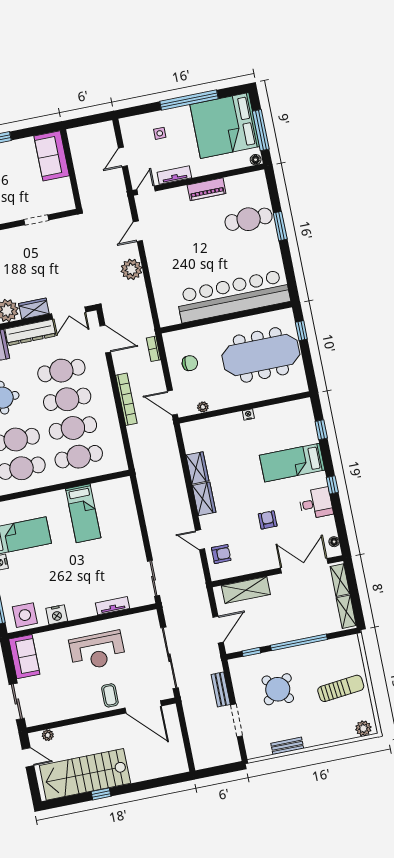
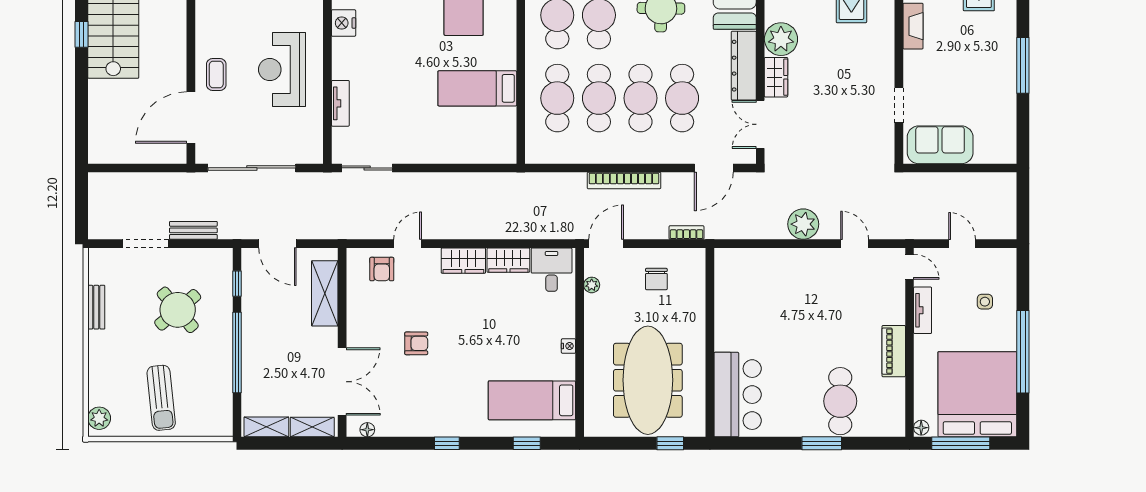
sofa: (52, 156) -> (940, 145), moved
bar counter: (233, 296) -> (738, 395), width x0.54
bed: (292, 463) -> (532, 400), moved, turned -90
desk: (316, 503) -> (552, 270), moved, turned 180
coffee table: (110, 695) -> (216, 74), turned 90

